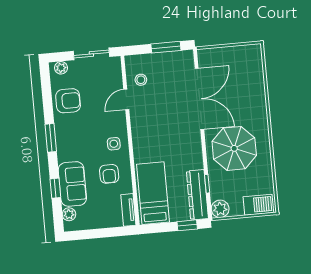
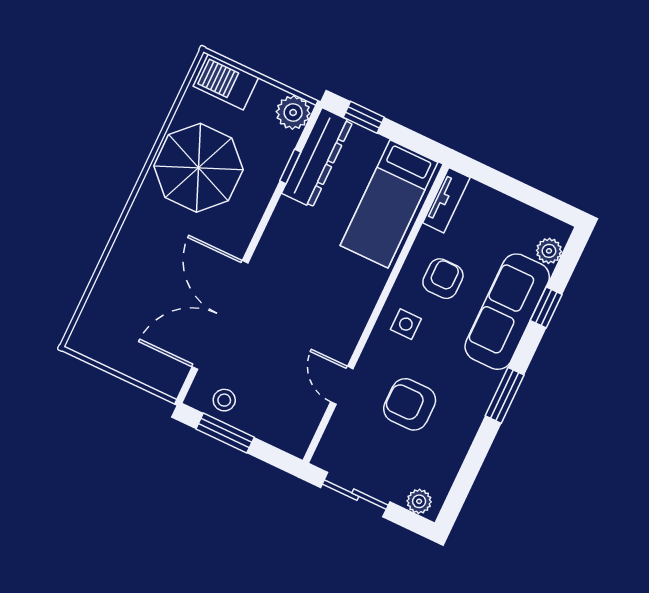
stool: (141, 80) -> (224, 400), moved
door: (126, 99) -> (342, 385), swing flipped
armchair: (68, 101) -> (410, 404), moved
parasol: (234, 148) -> (198, 168), moved
sofa: (72, 184) -> (507, 312), width x1.36

